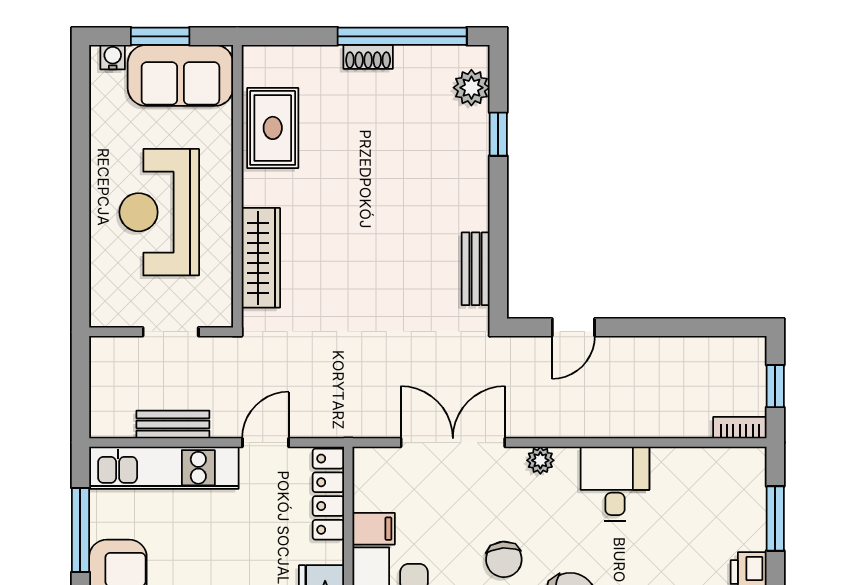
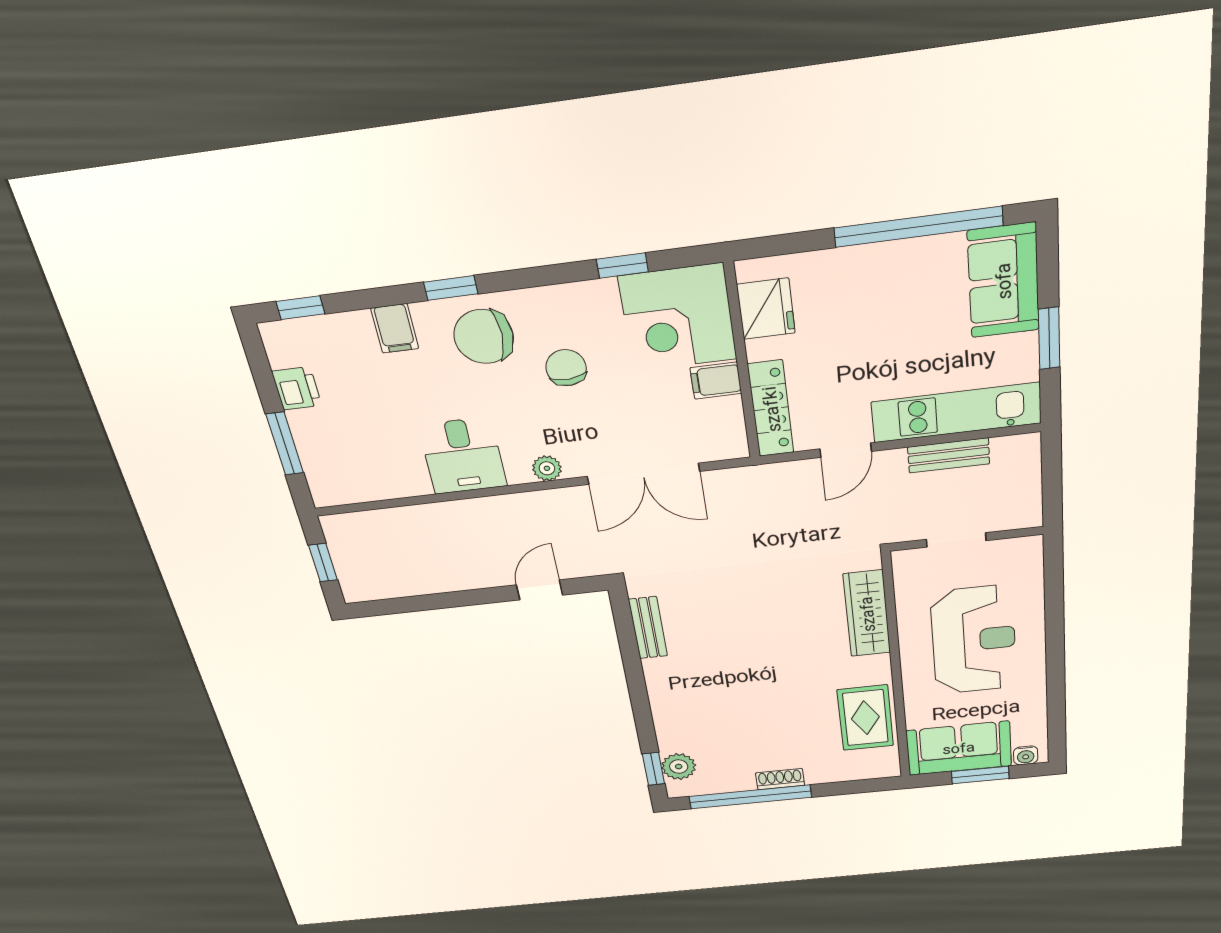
window: (498, 134) -> (653, 769), moved
bookcase: (740, 428) -> (347, 522), removed
window: (80, 530) -> (1049, 338), width x0.69

